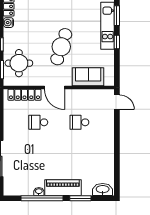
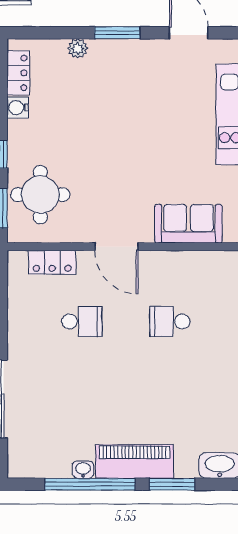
cafe table: (61, 47) -> (131, 159), removed
locker: (24, 95) -> (52, 262), width x0.66
school desk: (38, 122) -> (82, 321), turned 180

